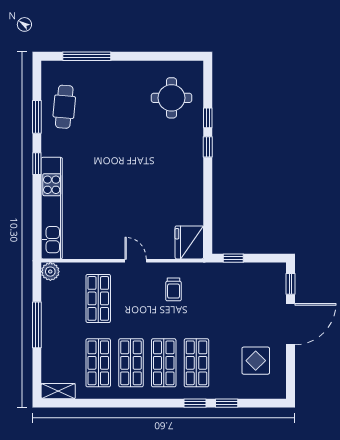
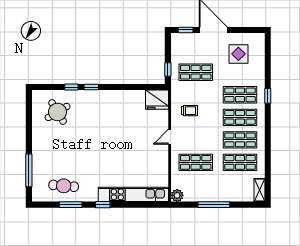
round table: (171, 98) -> (58, 112), turned -31
shop shelf: (229, 298) -> (196, 72), added
window: (227, 403) -> (268, 74), removed

